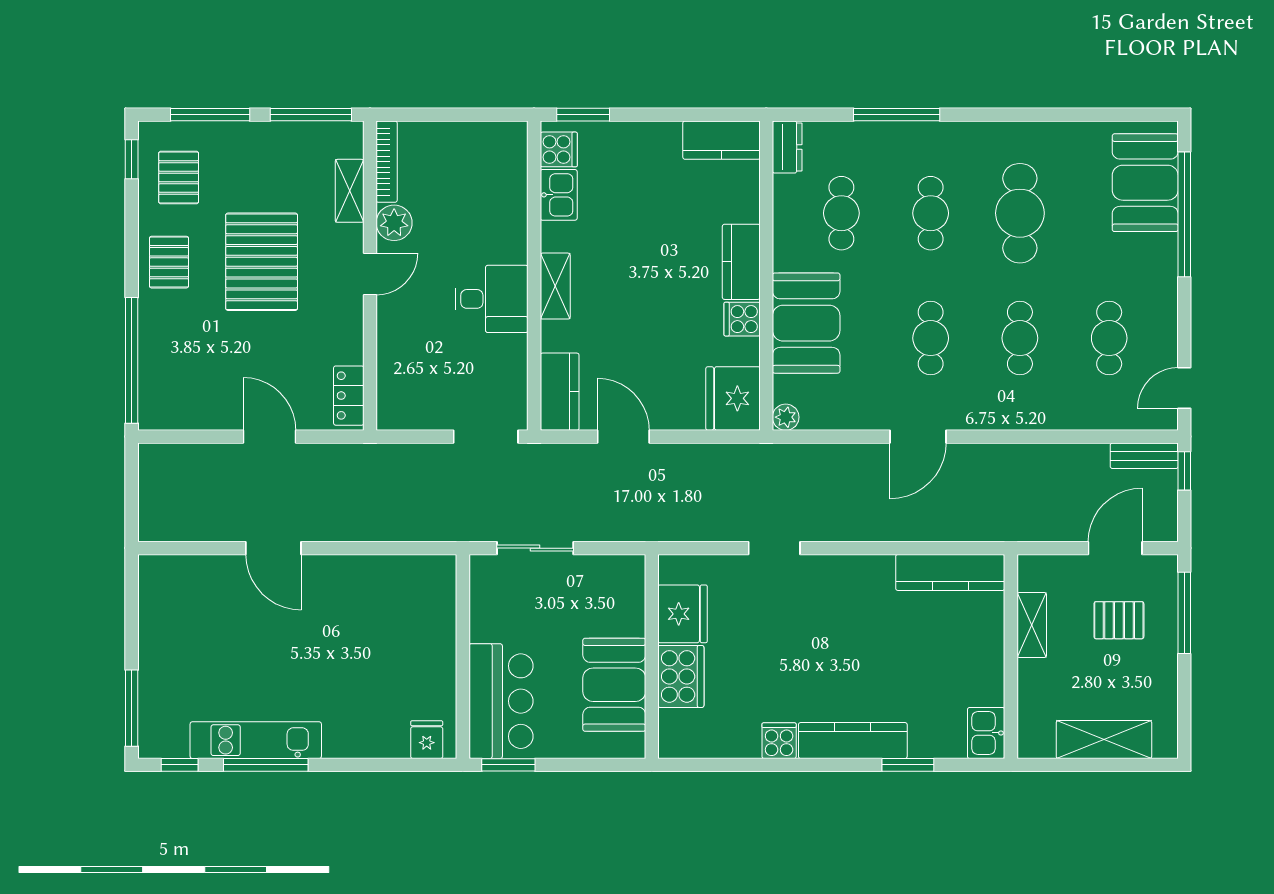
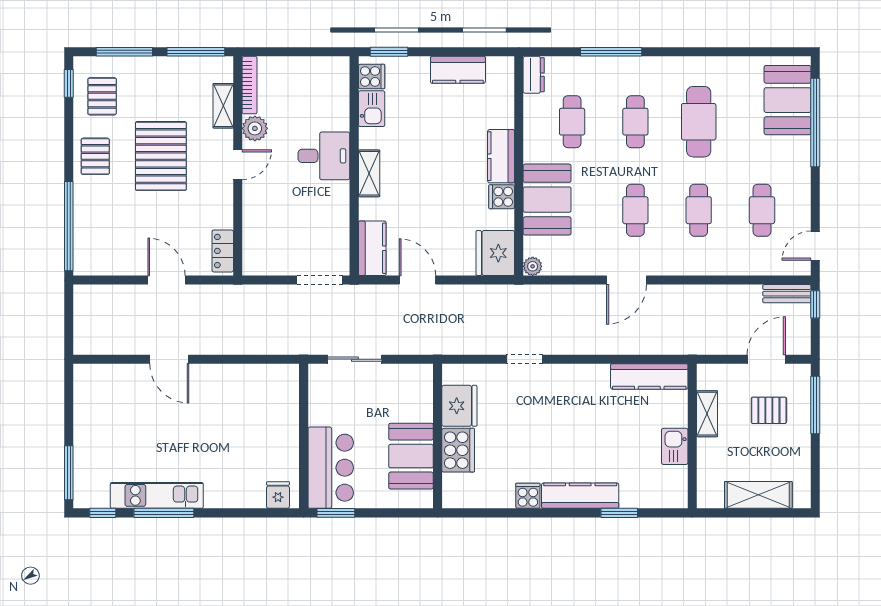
kitchen counter: (722, 140) -> (458, 70), moved
desk: (491, 299) -> (324, 156), moved
kitchen sink: (986, 733) -> (675, 446), moved

